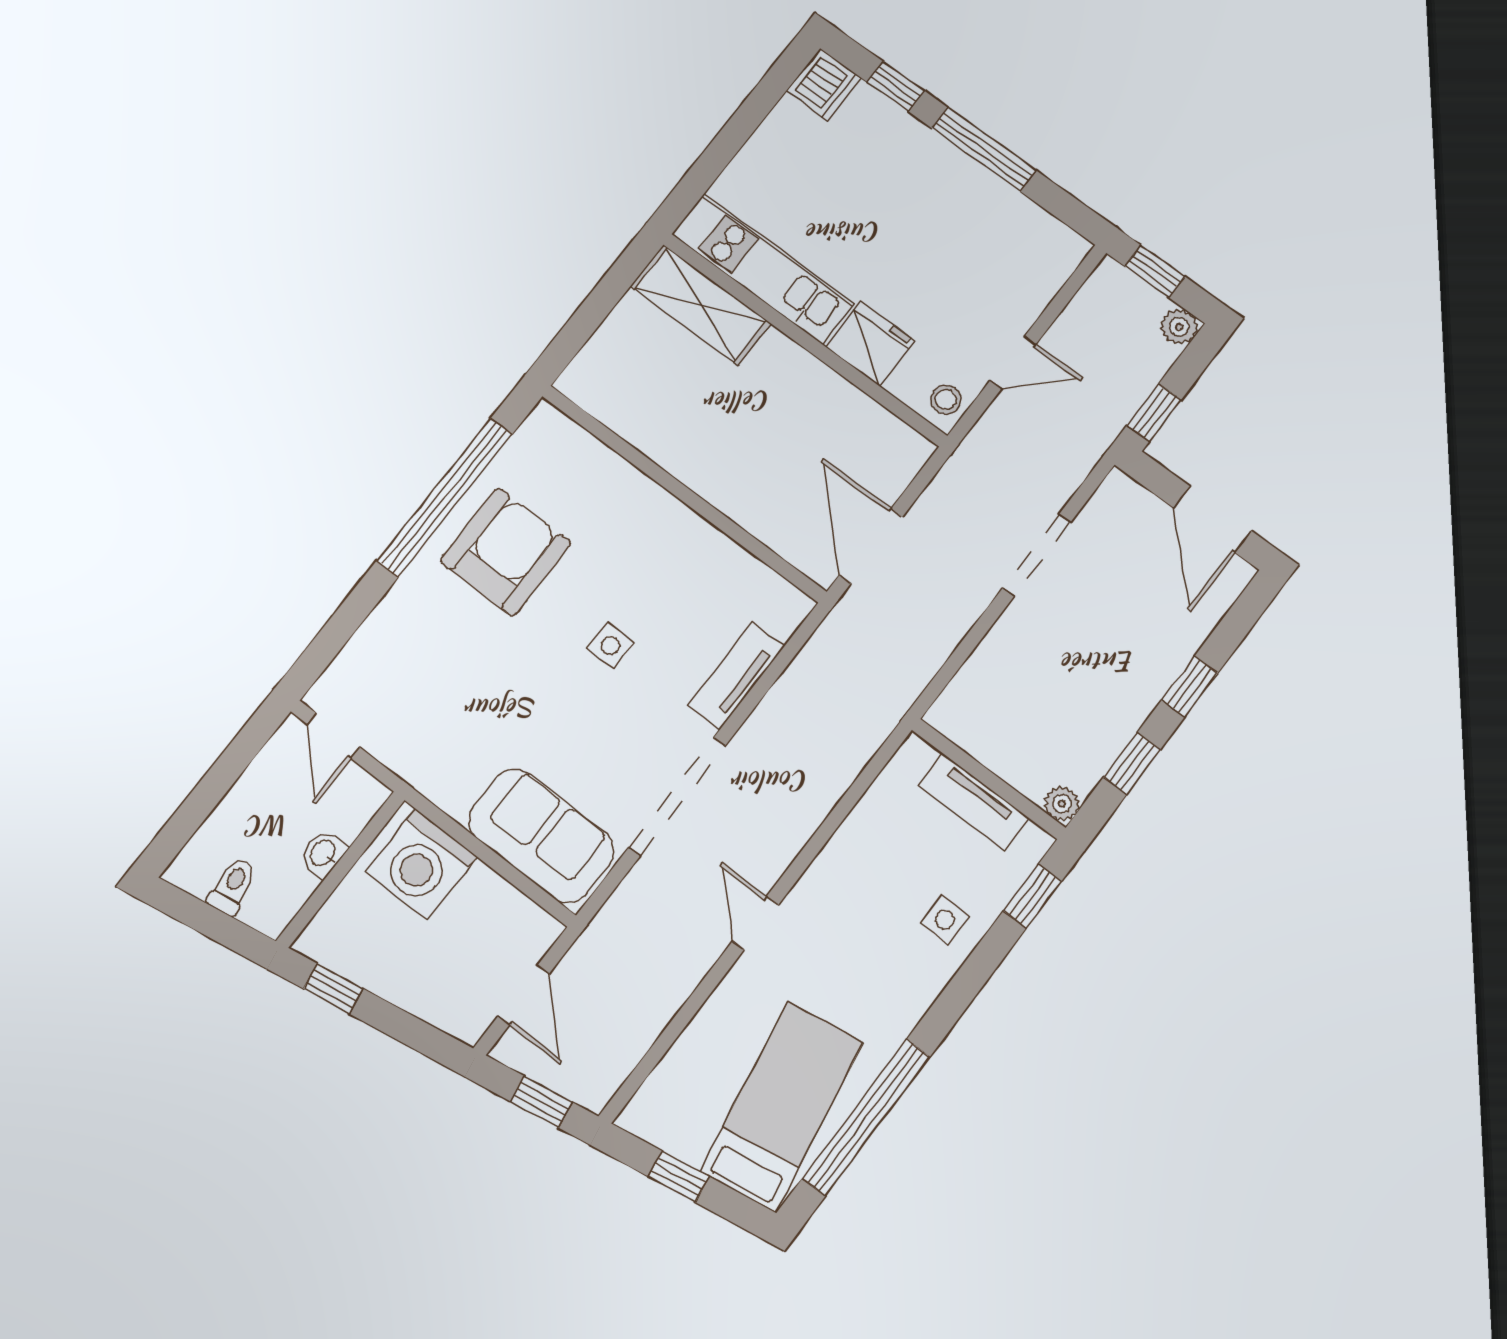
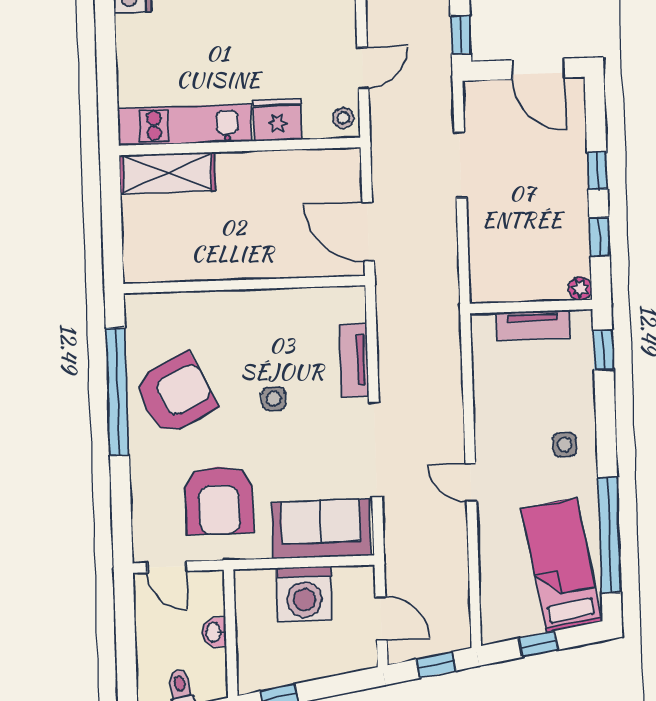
armchair: (506, 552) -> (175, 394), turned 63
armchair: (454, 709) -> (219, 500), added
washing machine: (421, 864) -> (304, 594), moved
side table: (945, 920) -> (565, 444), moved

